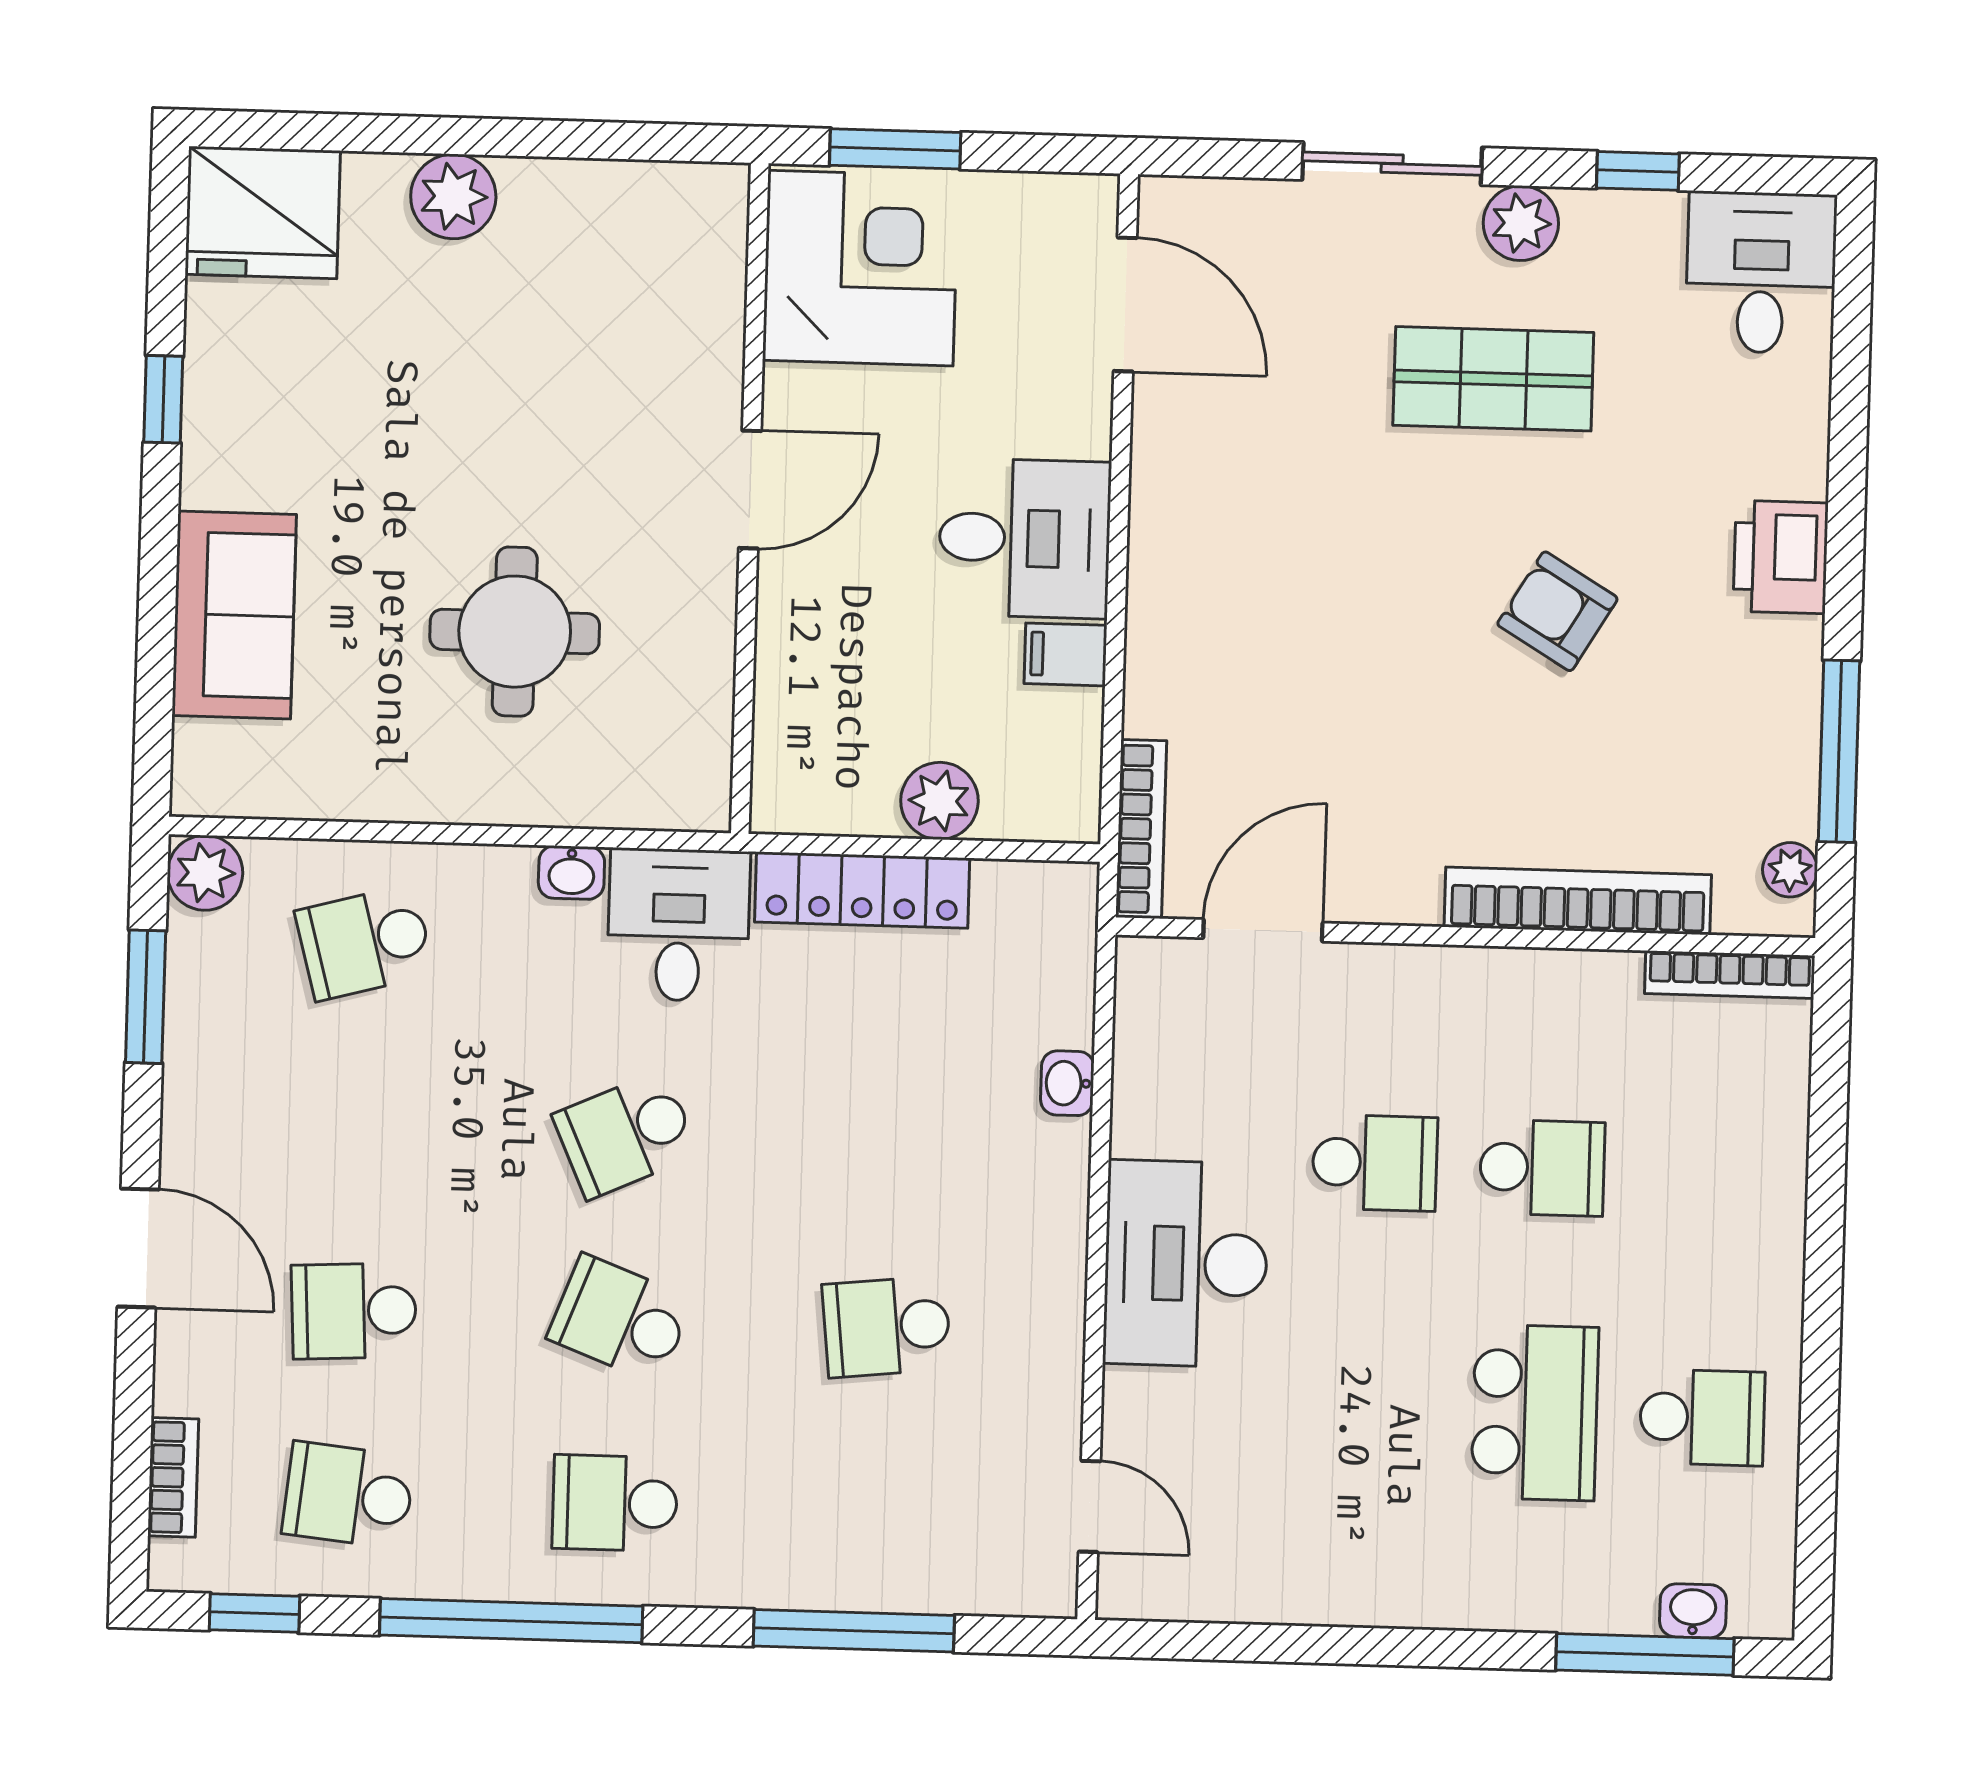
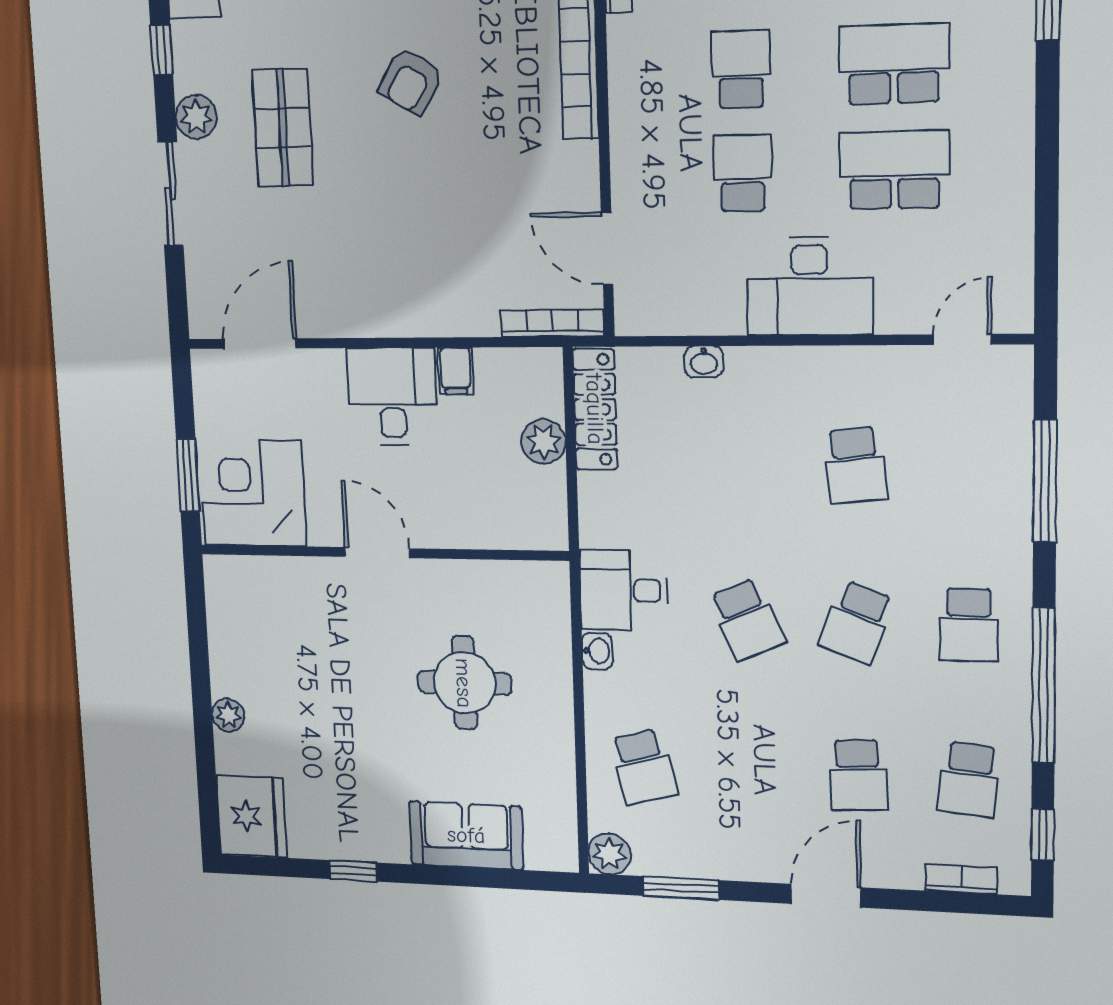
plant: (453, 196) -> (228, 715), width x0.73, depth x0.73
locker: (862, 890) -> (595, 409), moved
school desk: (1368, 1408) -> (894, 170), added

